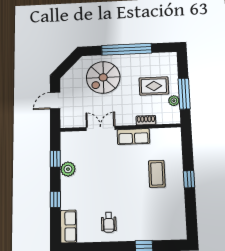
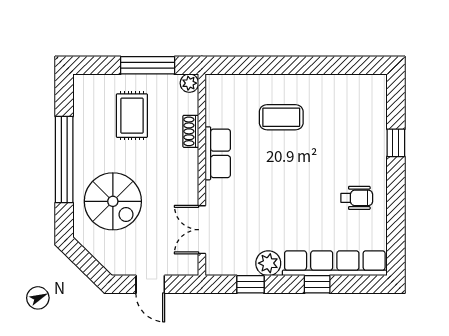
plant: (174, 101) -> (189, 83), moved
double door: (101, 128) -> (202, 230), moved
window: (189, 179) -> (292, 65), removed
row of seats: (68, 226) -> (335, 263), width x2.02

